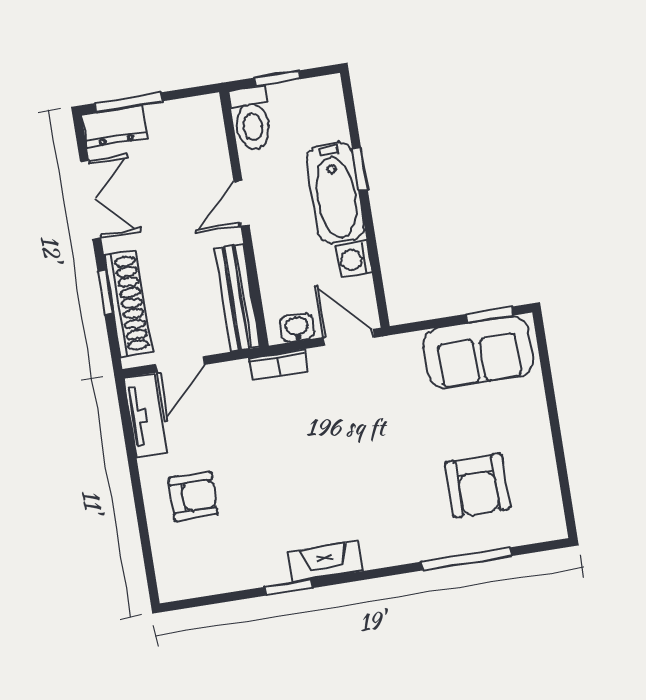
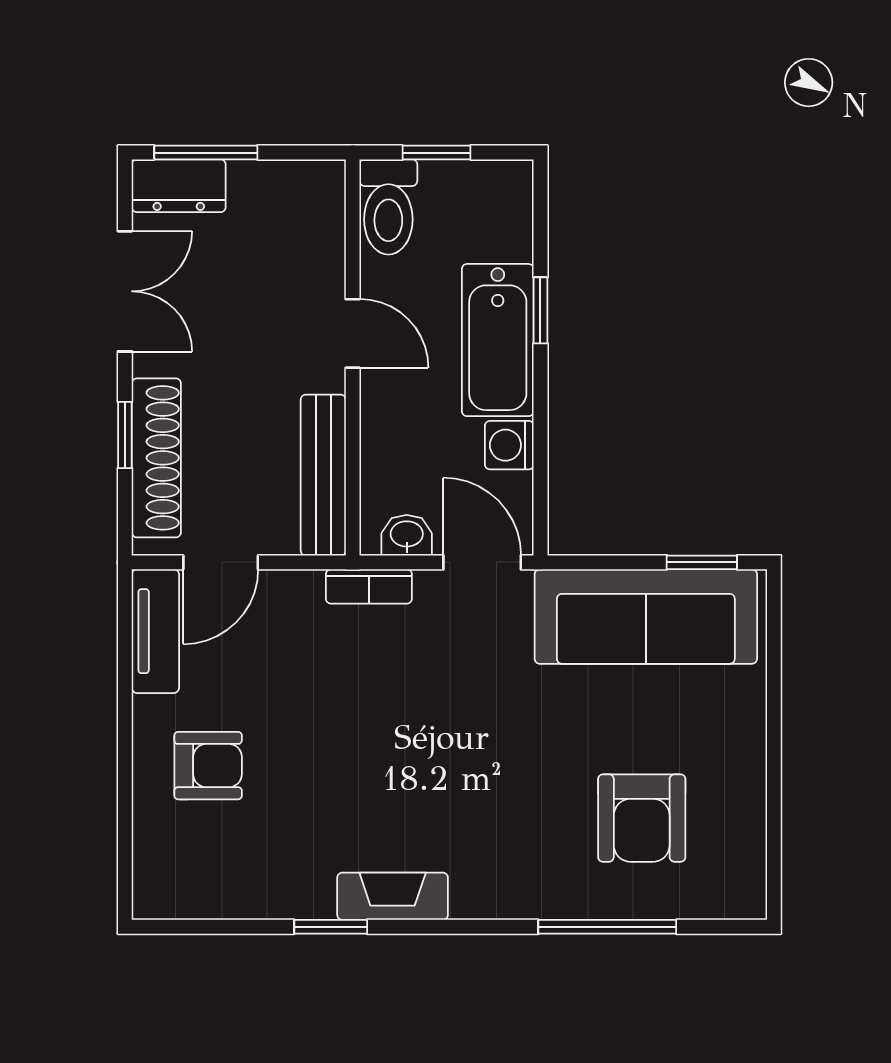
door: (241, 203) -> (353, 333), swing flipped
sofa: (478, 352) -> (646, 617), width x1.36

